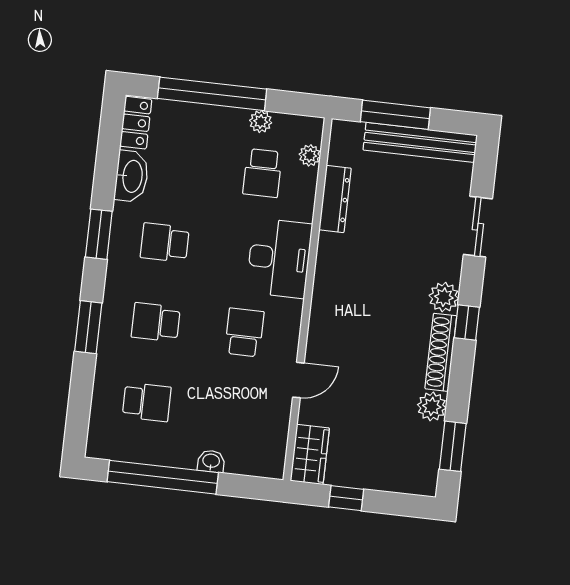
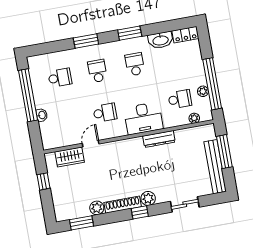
window: (212, 94) -> (212, 84), moved
school desk: (263, 173) -> (180, 99), turned 180
dresser: (335, 199) -> (159, 139), moved
door: (298, 380) -> (91, 144), swing flipped
school desk: (147, 402) -> (60, 78), turned -90
wardrobe: (310, 454) -> (70, 157), moved

